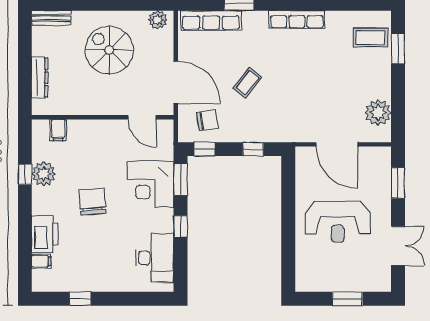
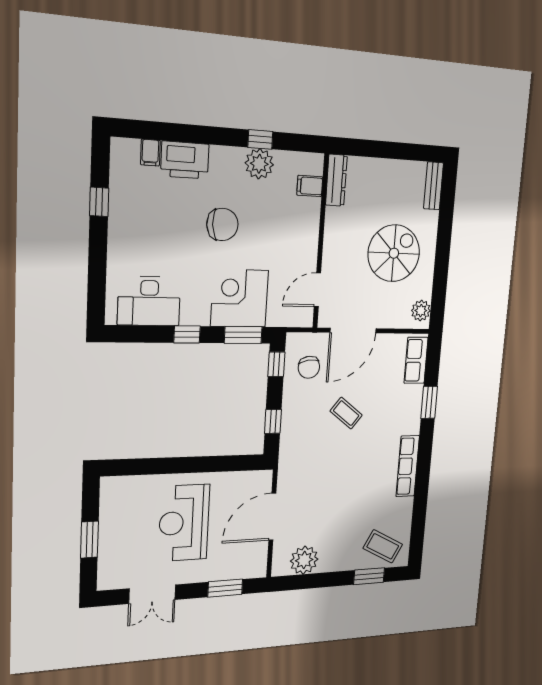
row of seats: (211, 20) -> (416, 360), width x0.68
coffee table: (371, 38) -> (383, 546), turned -62
dresser: (40, 78) -> (336, 180), moved, turned -90

